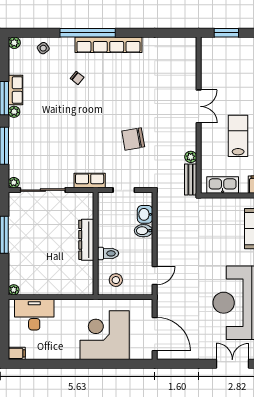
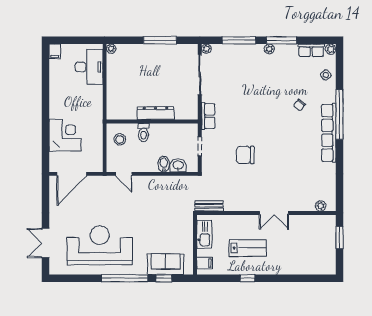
row of seats: (16, 90) -> (311, 50), moved
chair: (133, 139) -> (245, 155), turned -80
plant: (191, 157) -> (321, 206), moved
corner desk: (105, 335) -> (65, 135), width x0.74, depth x0.74
double door: (232, 364) -> (45, 243), swing flipped

